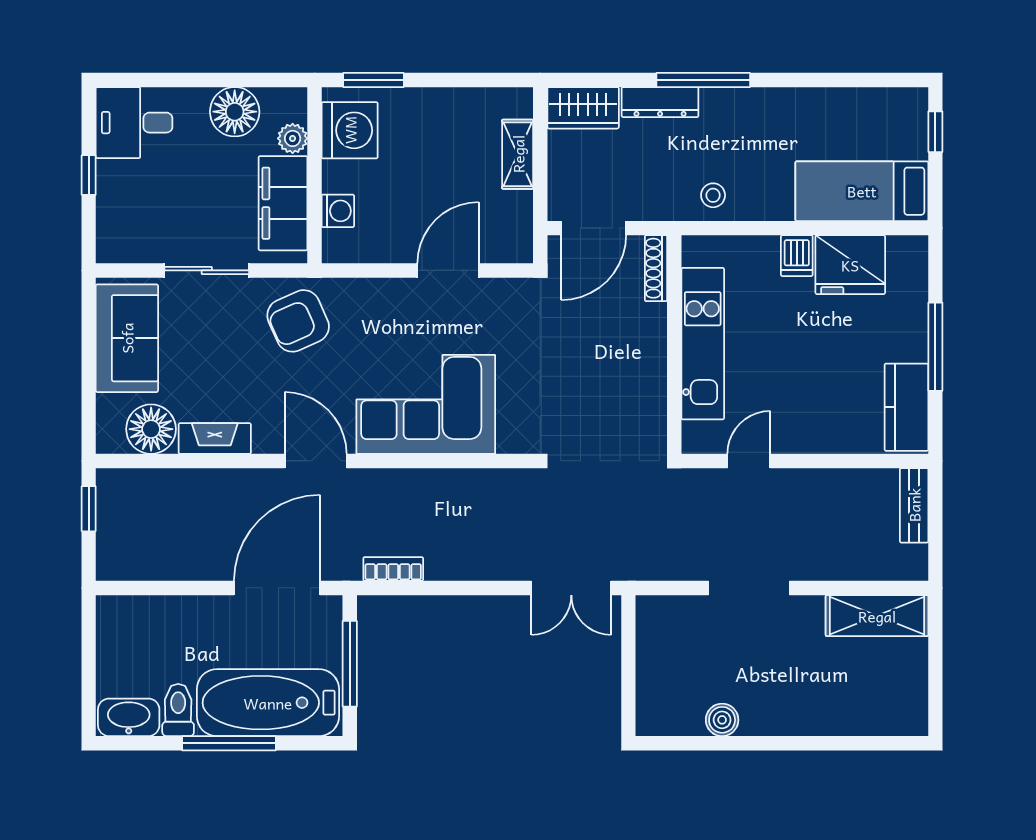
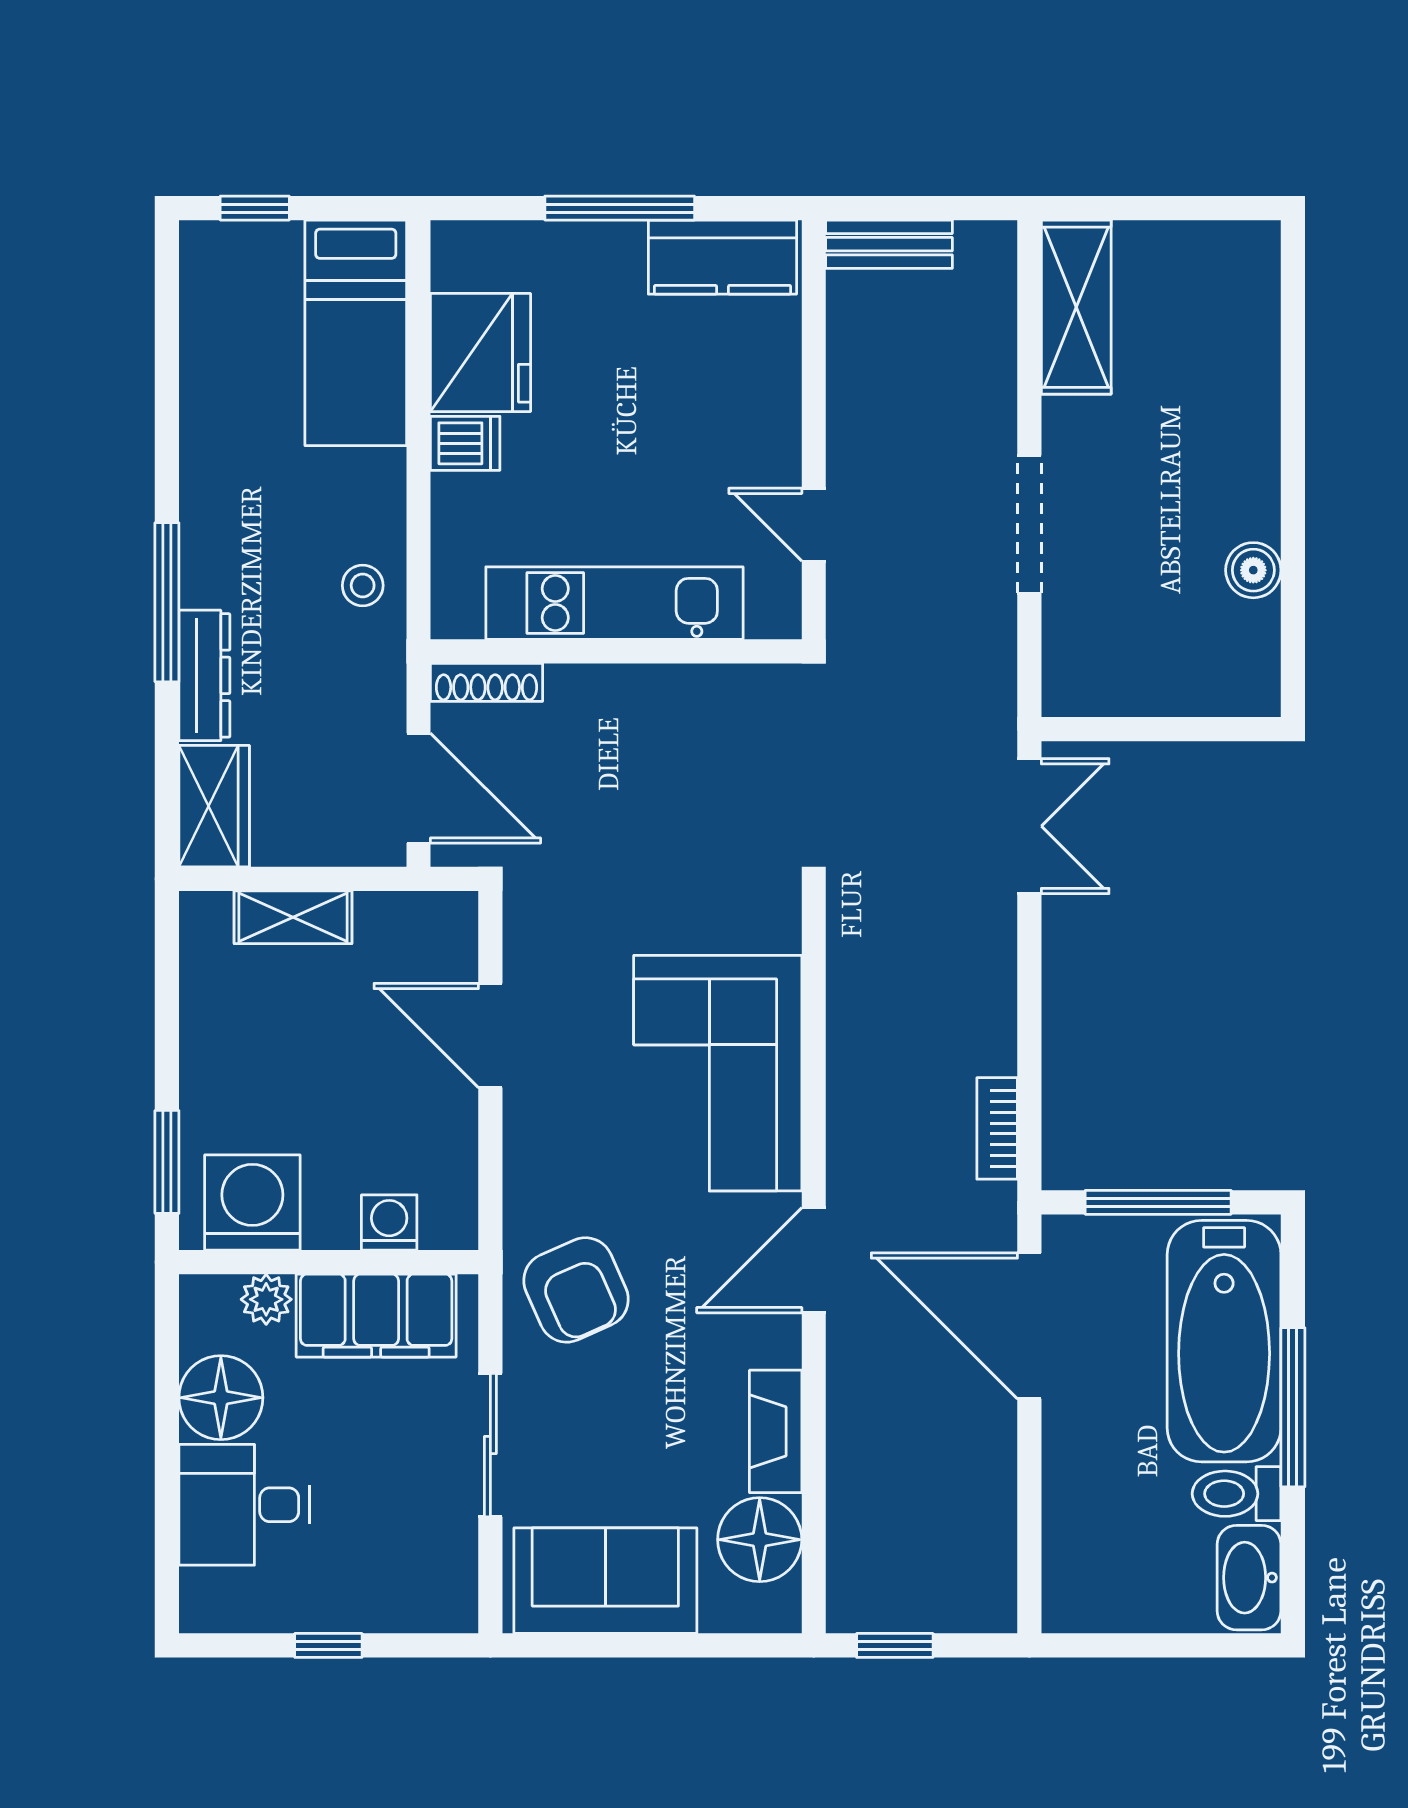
desk: (134, 123) -> (244, 1505), moved, turned 90

